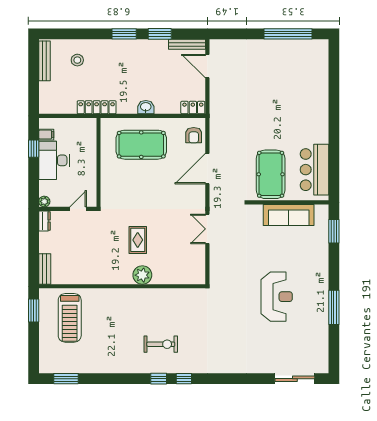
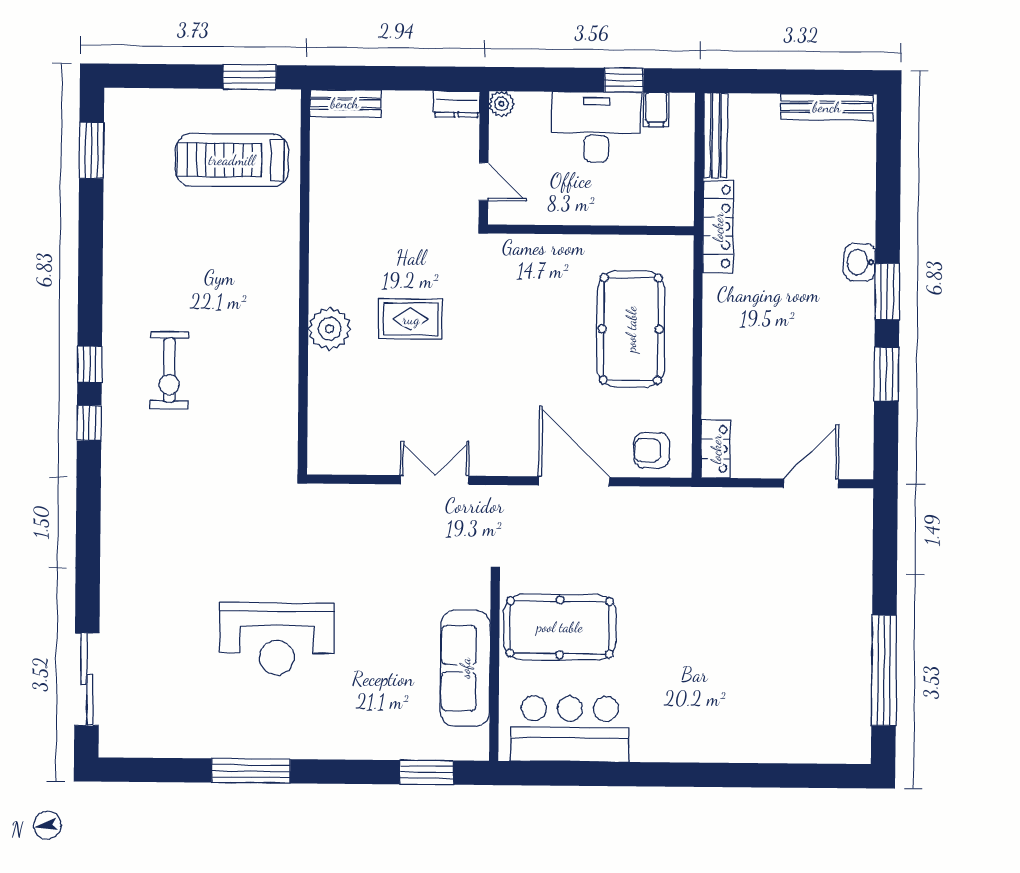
bench: (187, 44) -> (716, 136), moved
stool: (77, 60) -> (828, 183), removed
washbasin: (146, 107) -> (860, 262), moved, turned 180

